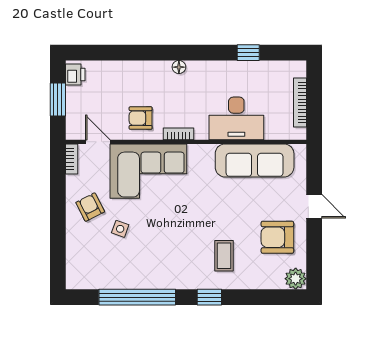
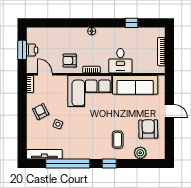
printer: (75, 74) -> (32, 50), moved
desk: (236, 118) -> (120, 61), width x0.73
corner sofa: (148, 171) -> (90, 91), moved
armchair: (277, 237) -> (148, 129), turned 89
plant: (296, 279) -> (140, 153), moved
tv unit: (97, 281) -> (44, 154), added

